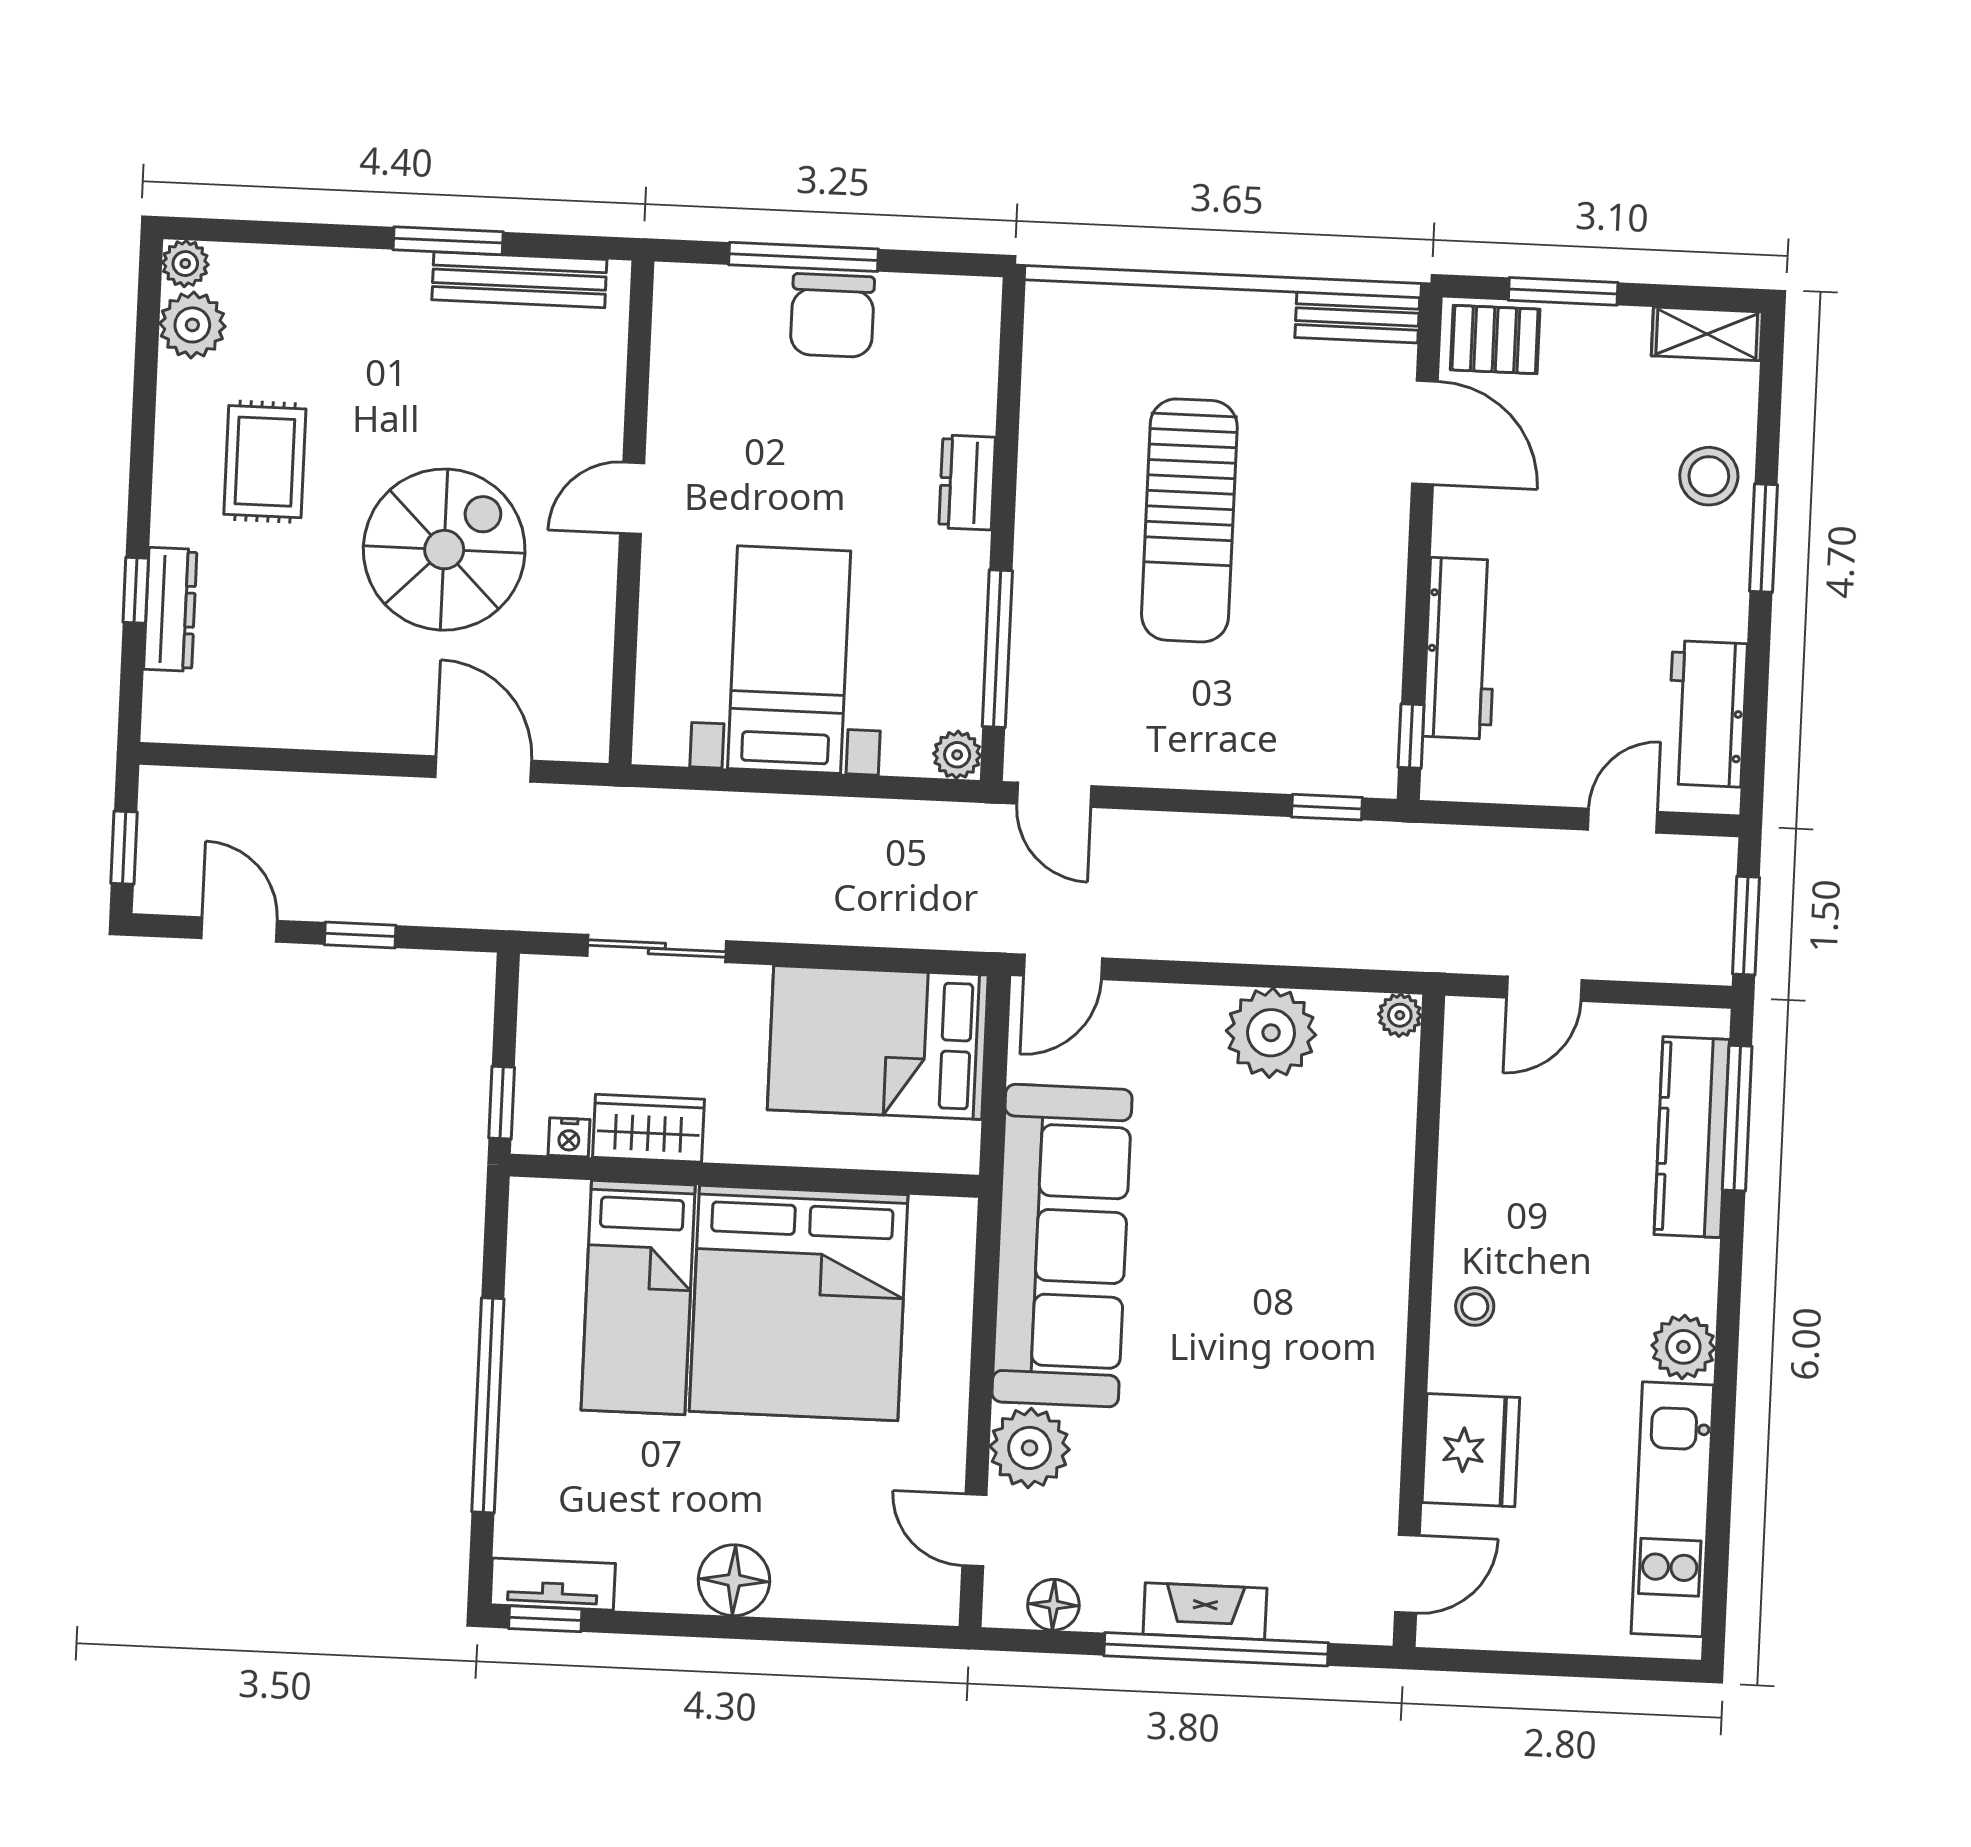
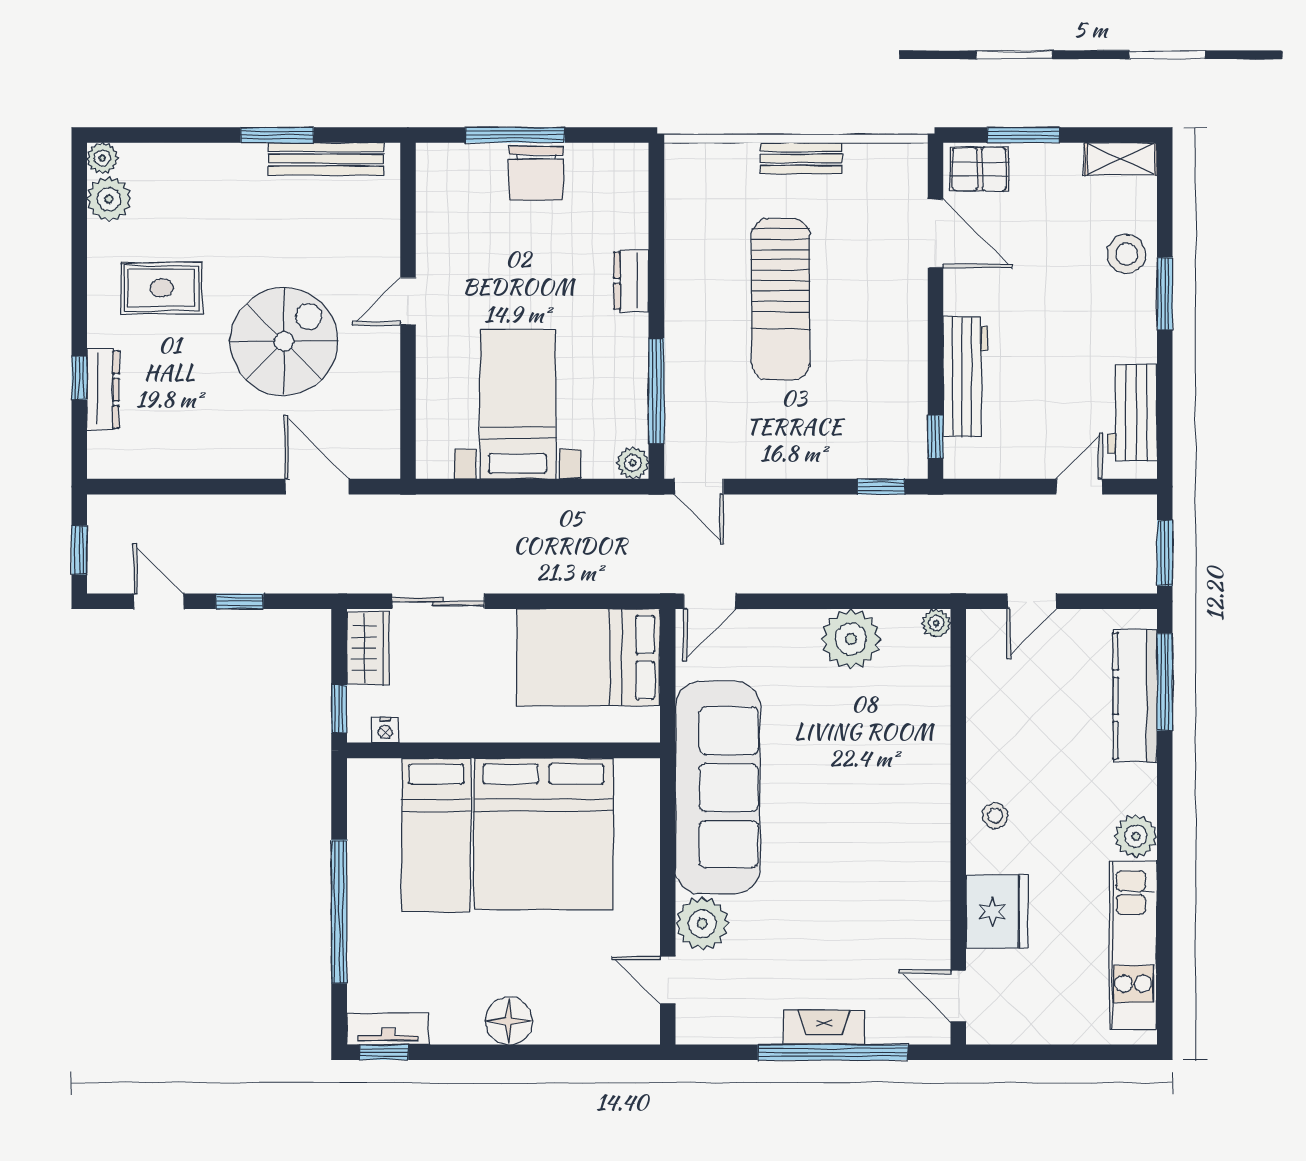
bench: (1357, 317) -> (801, 158), moved
rug: (265, 462) -> (162, 288), turned 90
wardrobe: (649, 1128) -> (368, 648), moved, turned 90
door: (1407, 1574) -> (958, 996), swing flipped
floor lamp: (1053, 1605) -> (723, 1028), removed

